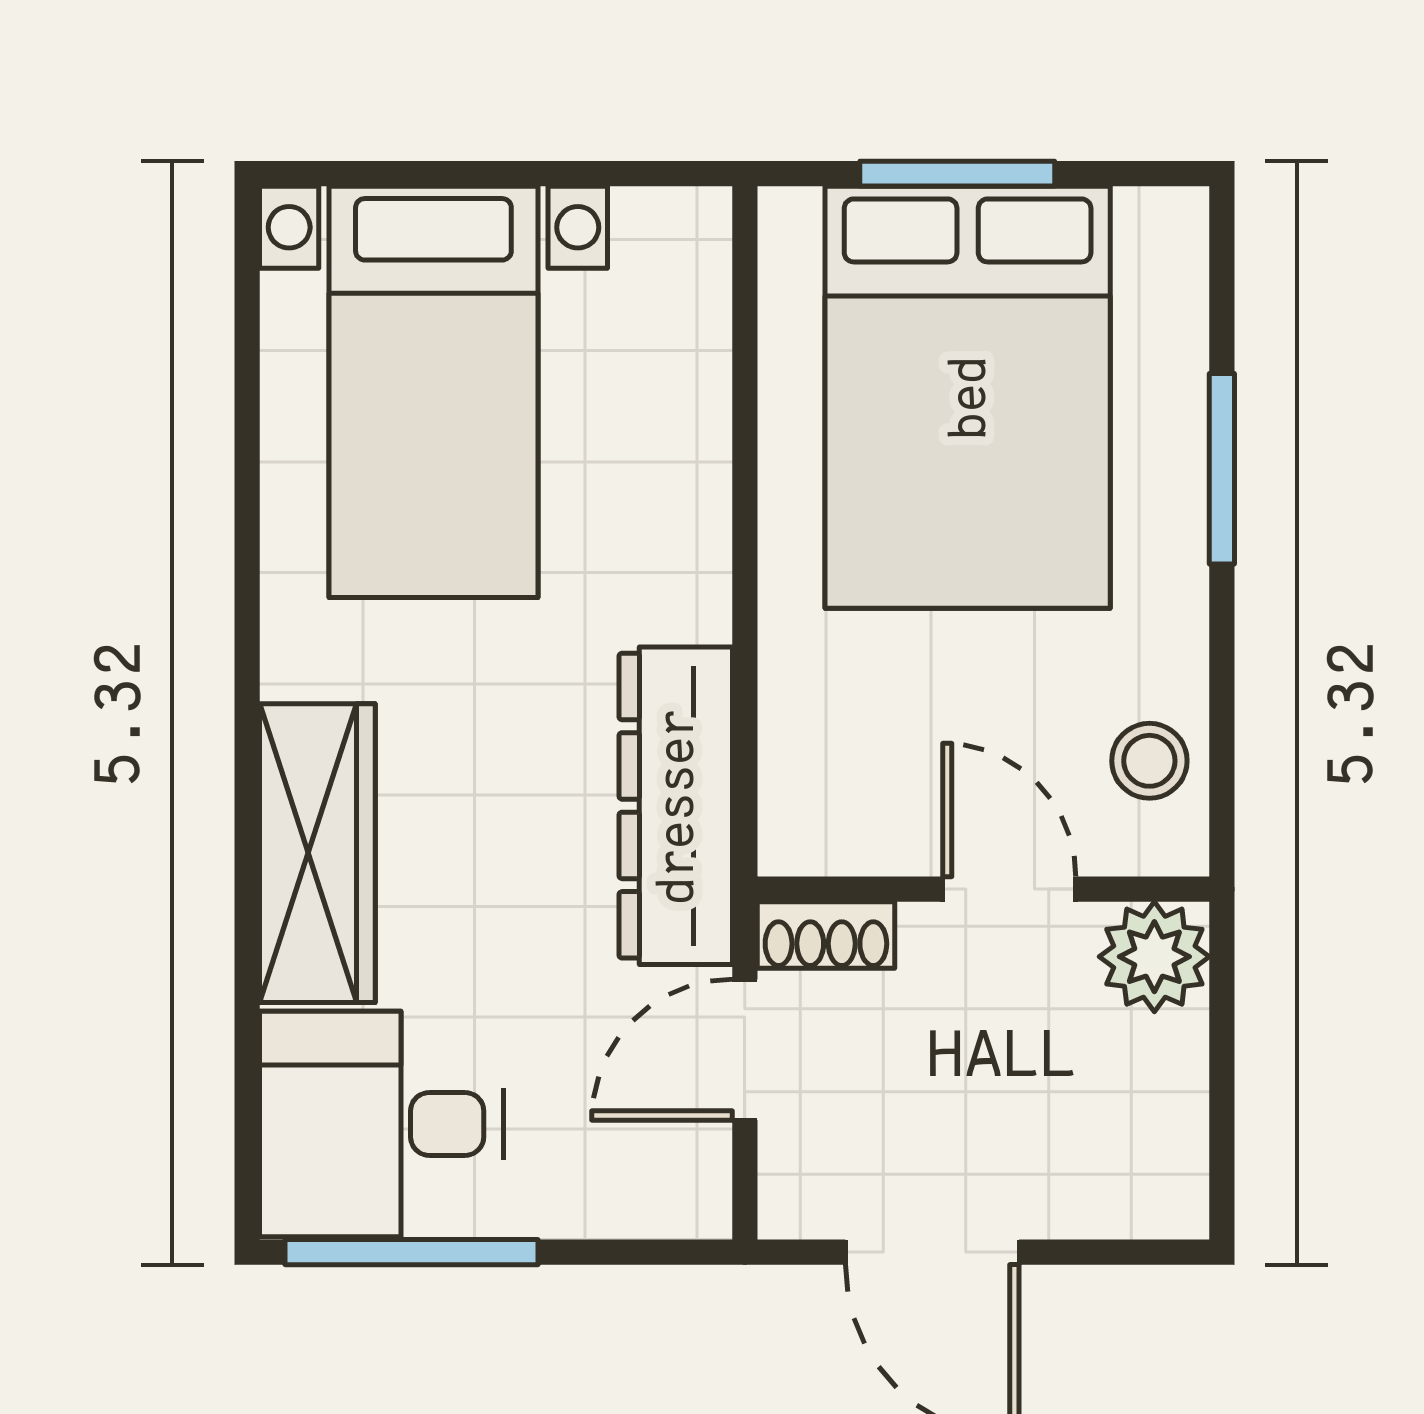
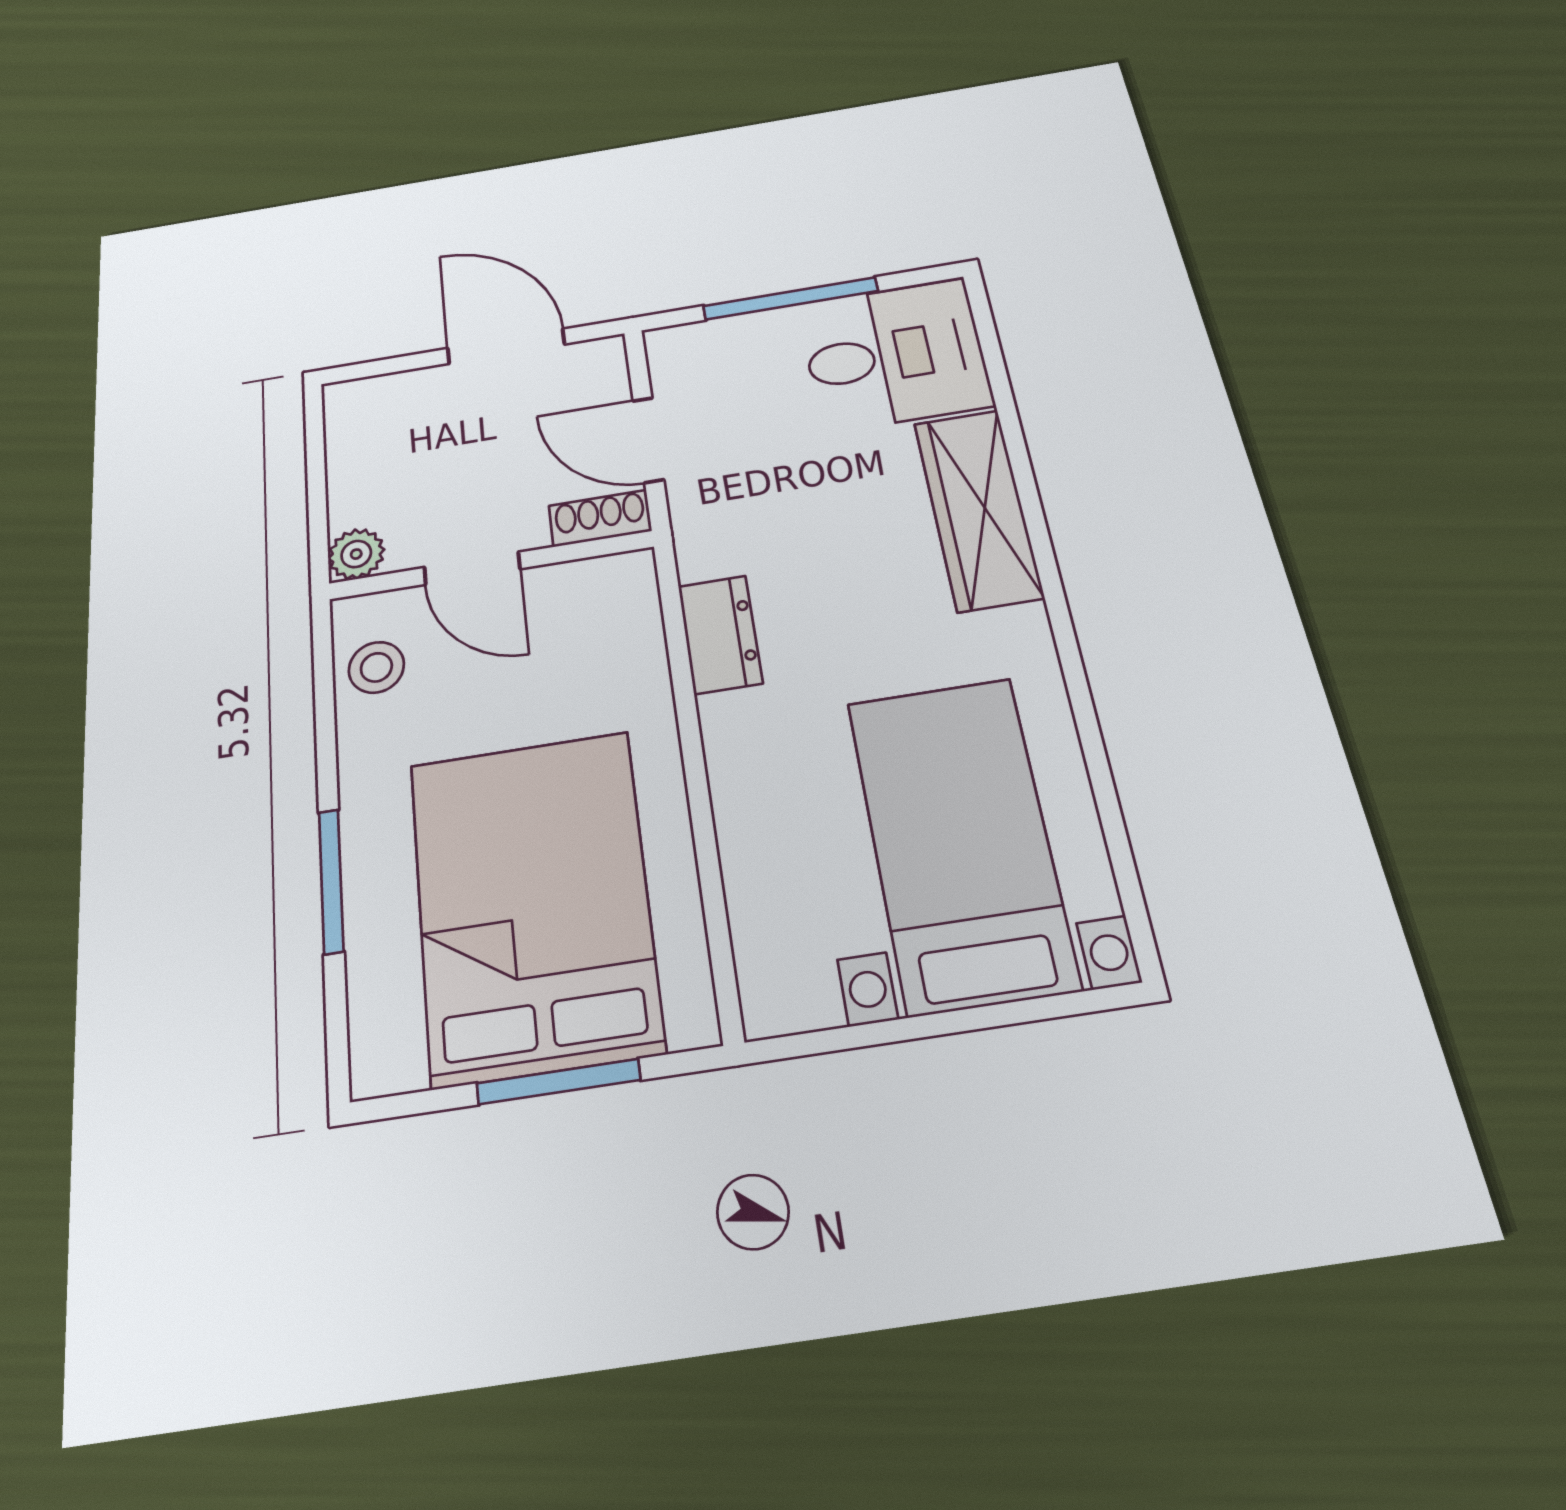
dresser: (676, 806) -> (720, 634), width x0.51, depth x0.80
plant: (1154, 957) -> (356, 554), width x0.73, depth x0.73
door: (745, 1050) -> (648, 440), swing flipped
window: (412, 1252) -> (790, 299), moved

